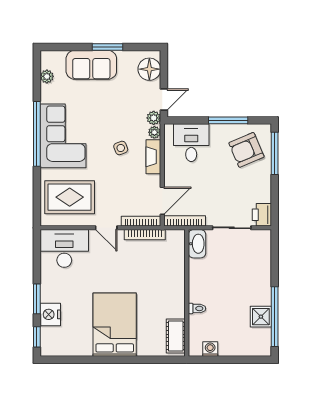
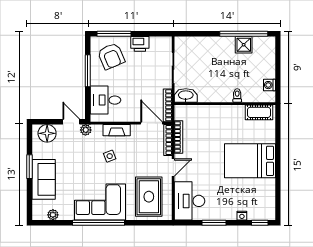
plant: (154, 132) -> (97, 129), removed
printer: (262, 215) -> (140, 44), moved
window: (37, 299) -> (214, 223), moved
nightstand: (50, 314) -> (242, 216), width x0.53, depth x0.56

